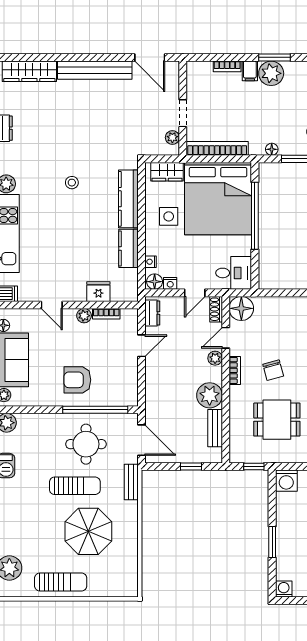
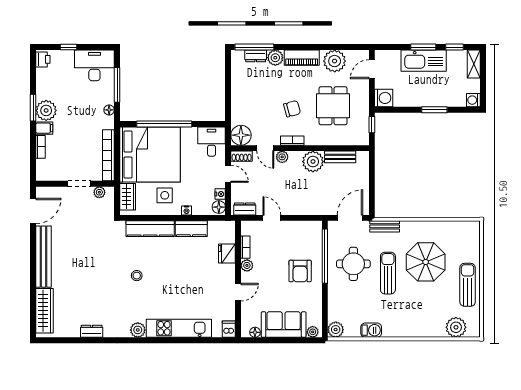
nightstand: (150, 262) -> (186, 210), moved
window: (191, 466) -> (372, 177), removed

